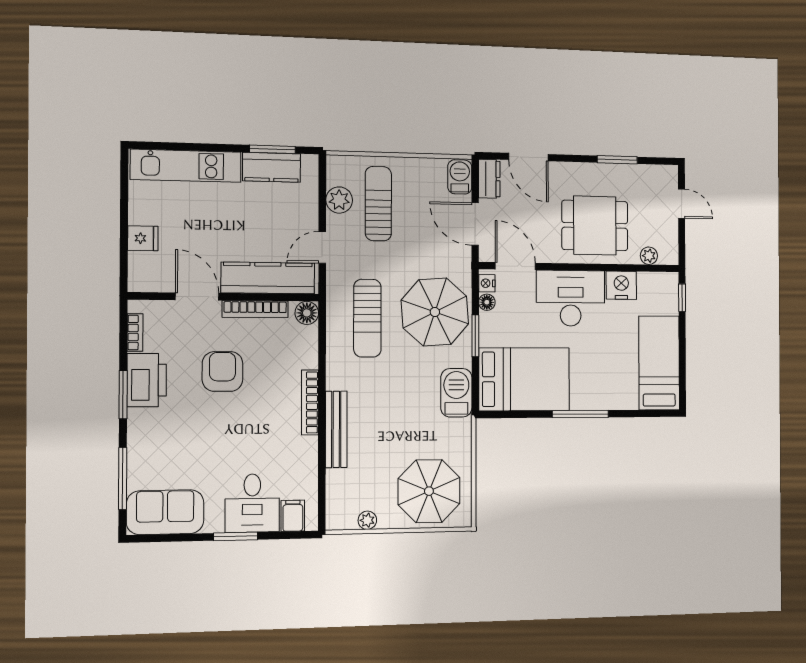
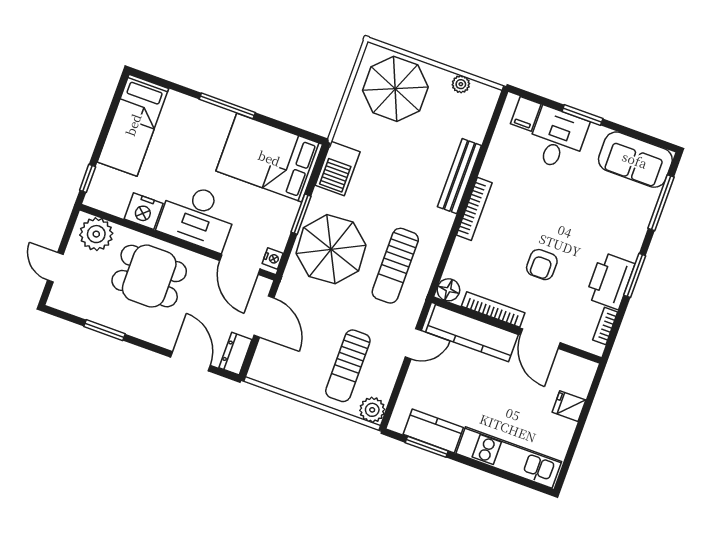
barbecue: (460, 177) -> (263, 365), removed
plant: (339, 200) -> (372, 410), moved
plant: (649, 256) -> (96, 234), width x1.87, depth x1.87
floor lamp: (487, 302) -> (279, 241), removed
sun lounger: (367, 318) -> (395, 266), turned 180
armchair: (222, 371) -> (542, 265), width x0.72, depth x0.72

